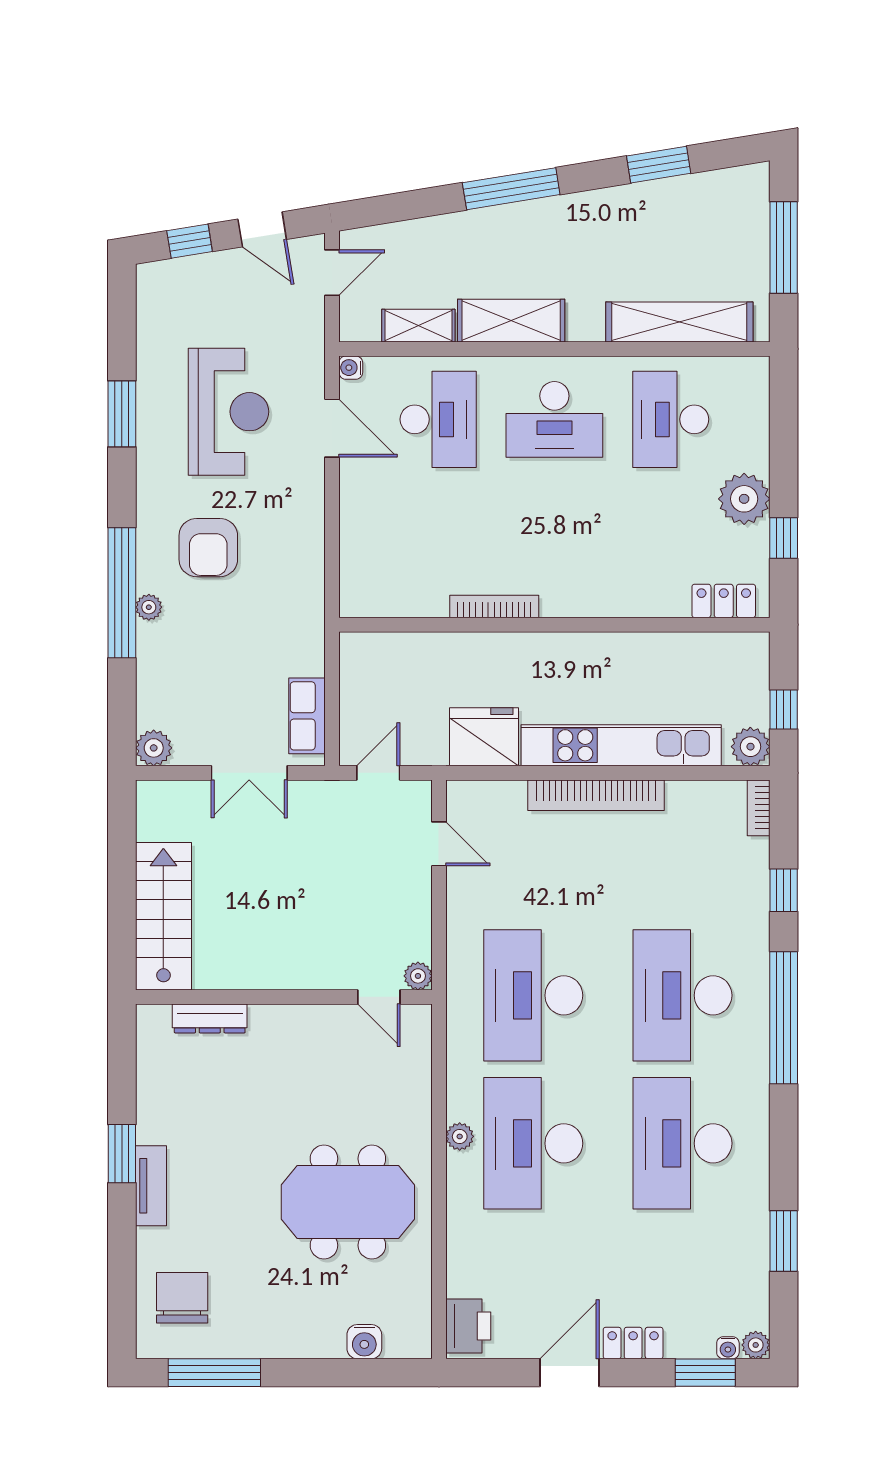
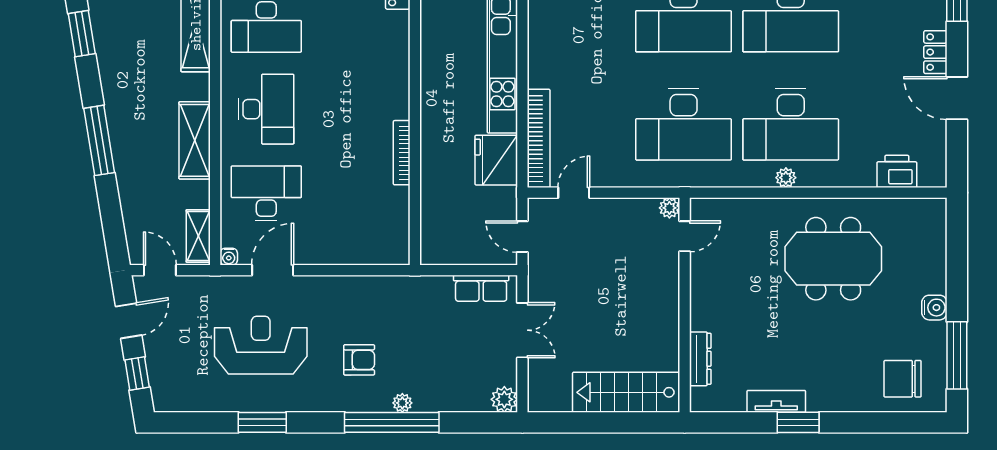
shelving: (418, 326) -> (198, 236), moved
armchair: (208, 548) -> (359, 360), width x0.72, depth x0.72
bookcase: (596, 795) -> (539, 138), moved
tv unit: (151, 1186) -> (776, 401), moved
meeting table: (348, 1202) -> (833, 259), turned 90
printer: (468, 1326) -> (897, 171), moved
water cooler: (364, 1342) -> (934, 308), moved

